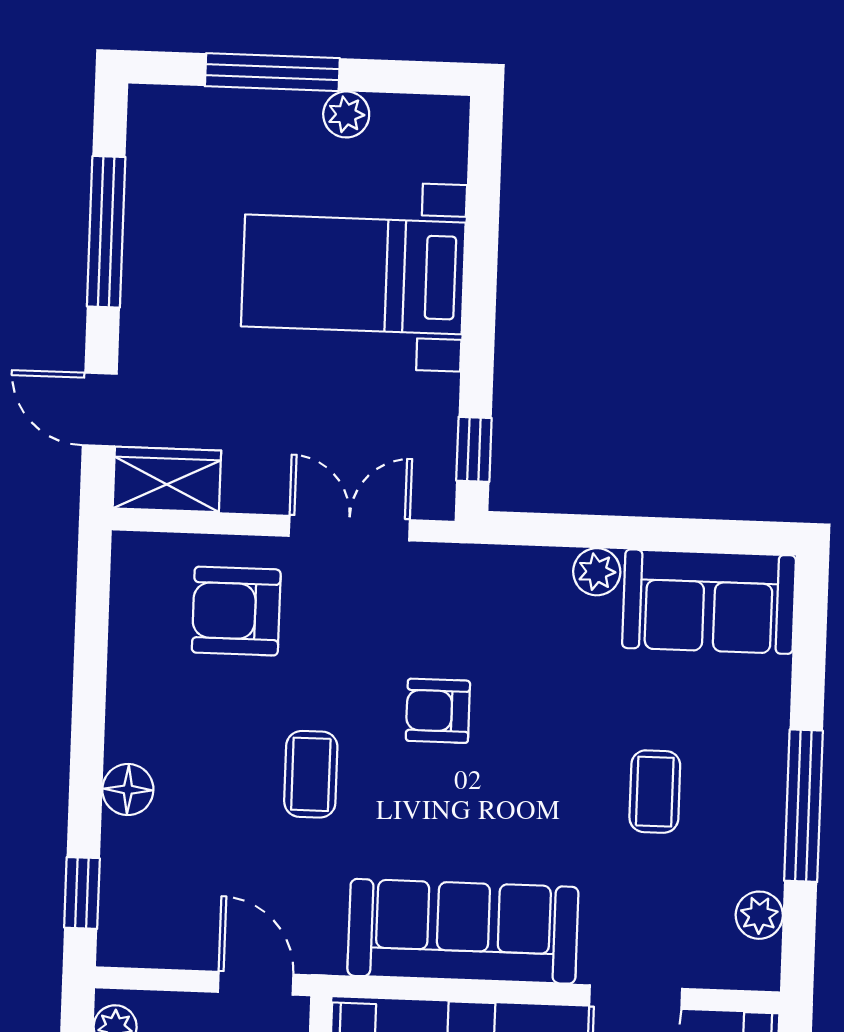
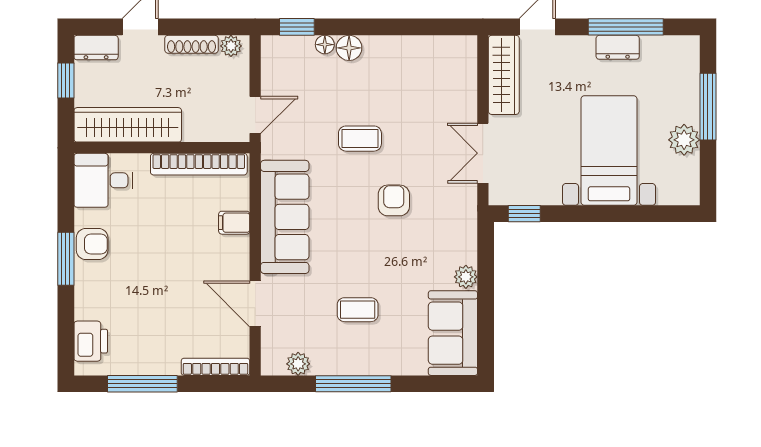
plant: (346, 114) -> (684, 140), width x1.38, depth x1.38
dresser: (146, 249) -> (618, 47), added
wardrobe: (167, 479) -> (504, 75), width x1.50
double door: (349, 528) -> (483, 153), swing flipped
armchair: (236, 611) -> (440, 98), removed
floor lamp: (119, 838) -> (325, 45), added

